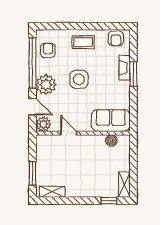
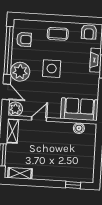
armchair: (48, 50) -> (24, 39), turned 90
door: (69, 133) -> (39, 119), hinge flipped
shelving: (124, 185) -> (12, 131), moved

